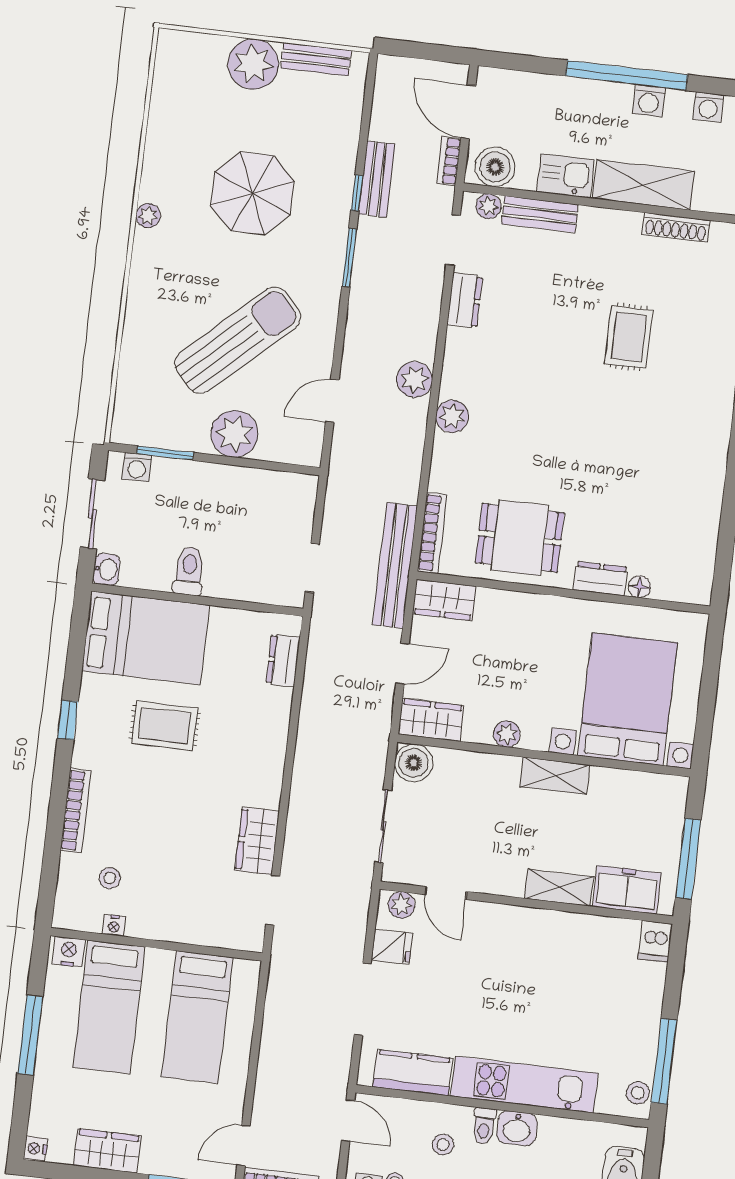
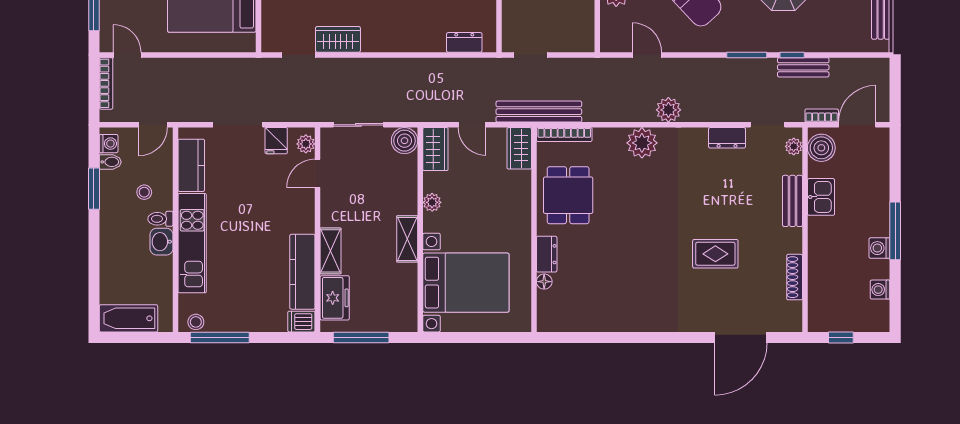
window: (627, 75) -> (895, 231), width x0.68
shelving: (643, 185) -> (821, 251), removed
bench: (540, 214) -> (793, 201), moved
plant: (452, 416) -> (642, 143), width x1.36, depth x1.36
kitchen counter: (584, 932) -> (302, 272), added

